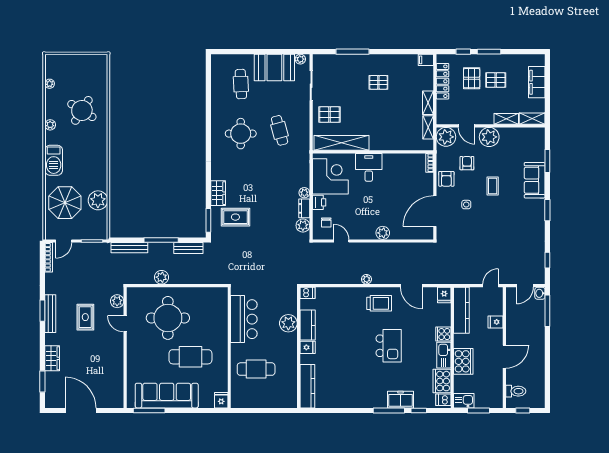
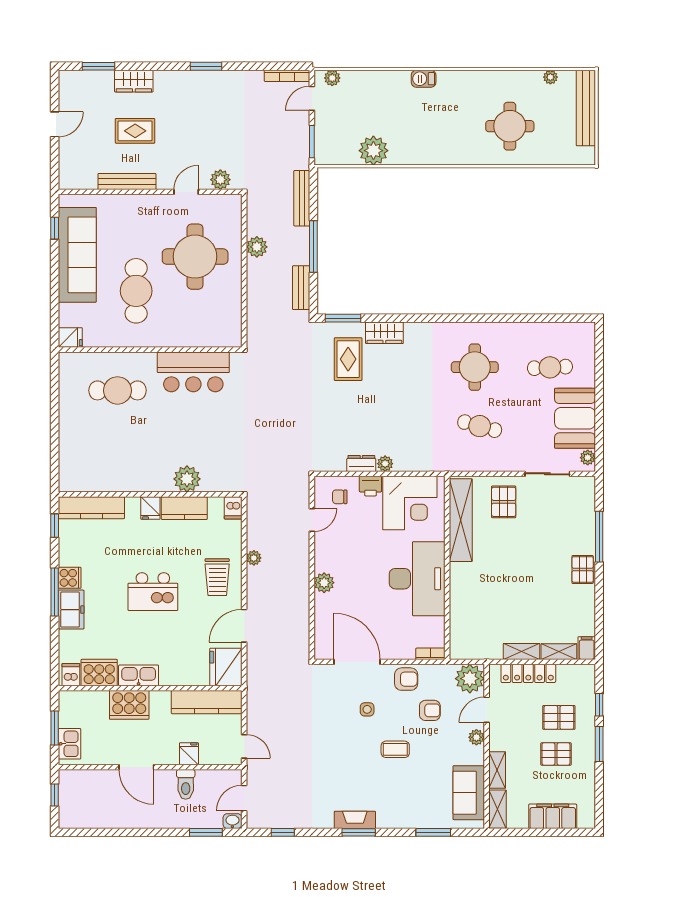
bench: (70, 60) -> (586, 108), added
pallet: (496, 80) -> (556, 754), turned 90
locker: (443, 81) -> (528, 673), moved
pallet: (378, 82) -> (583, 569), moved
round table: (82, 110) -> (510, 126), turned -32
plant: (50, 125) -> (332, 78), moved
shelving: (428, 127) -> (559, 652), moved
cafe table: (280, 130) -> (480, 426), turned 30
plant: (489, 137) -> (476, 737), width x0.53, depth x0.53
barbecue: (54, 160) -> (424, 79), width x0.53, depth x0.65
desk: (369, 167) -> (417, 579), width x1.87, depth x1.30
armchair: (446, 179) -> (406, 679), turned 180
sofa: (535, 180) -> (469, 793), moved, turned -90
parasol: (65, 203) -> (370, 100), removed
fireplace: (539, 213) -> (355, 820), added
plant: (303, 226) -> (335, 461), removed
door: (64, 241) -> (312, 98), hinge flipped
door: (525, 286) -> (244, 798), hinge flipped
dishwasher: (307, 293) -> (233, 508), moved
fridge: (444, 295) -> (226, 667), width x1.88, depth x1.34
window: (547, 311) -> (206, 832), width x0.69
bench: (50, 314) -> (127, 181), moved
rug: (85, 317) -> (135, 131), moved
plant: (288, 323) -> (187, 479), moved
kitchen counter: (308, 325) -> (184, 508), moved
cooker: (443, 334) -> (70, 578), moved, turned 90
fridge: (308, 347) -> (150, 508), moved
wall: (299, 348) -> (150, 494), moved
cafe table: (256, 369) -> (118, 390), turned 90
kitchen counter: (307, 386) -> (91, 508), moved
toilet: (516, 391) -> (186, 784), moved
kitchen sink: (464, 401) -> (70, 744), moved
door: (81, 410) -> (55, 124), width x0.53
window: (149, 410) -> (55, 228), width x0.46
window: (419, 410) -> (55, 526), moved

